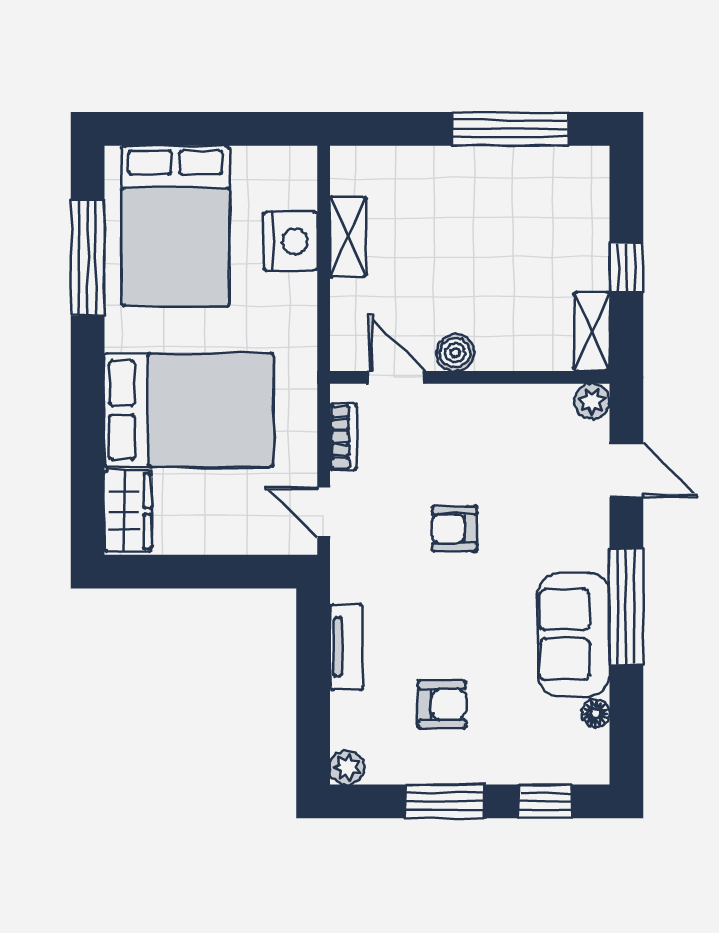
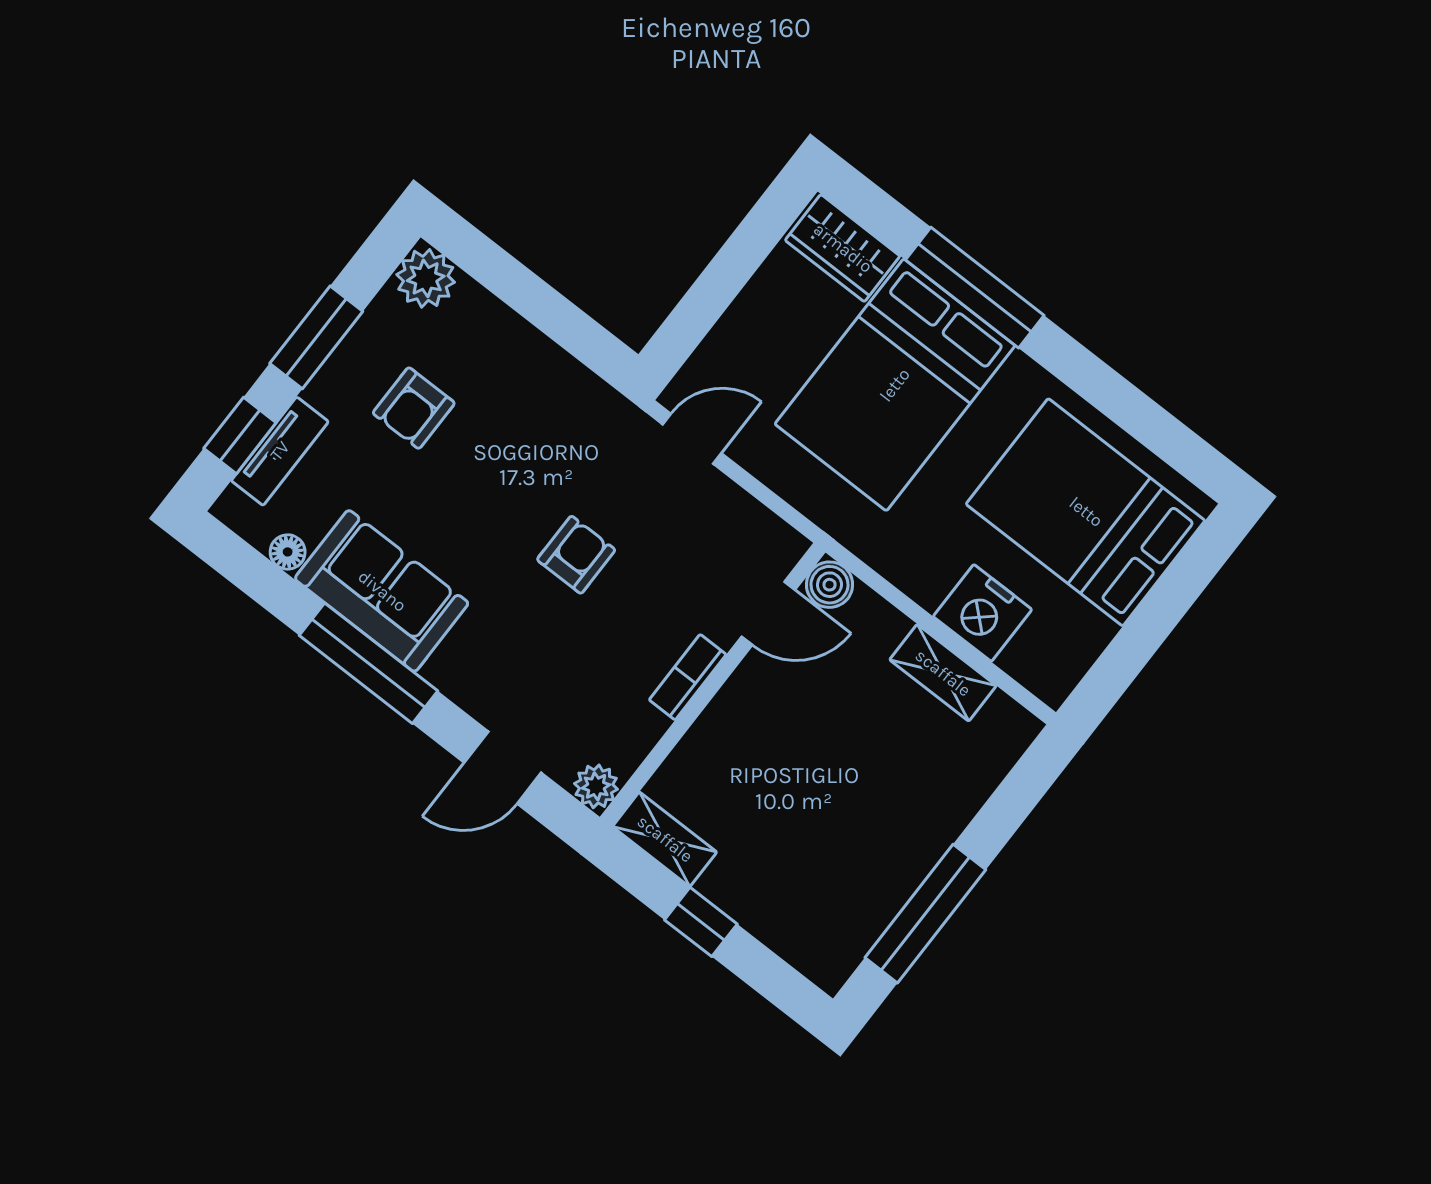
window: (88, 258) -> (975, 288), moved
boiler: (455, 353) -> (830, 585), moved
bookcase: (343, 437) -> (688, 677), moved, turned 90
tv unit: (346, 647) -> (280, 451), moved, turned -90
plant: (347, 768) -> (426, 278), width x1.38, depth x1.38

